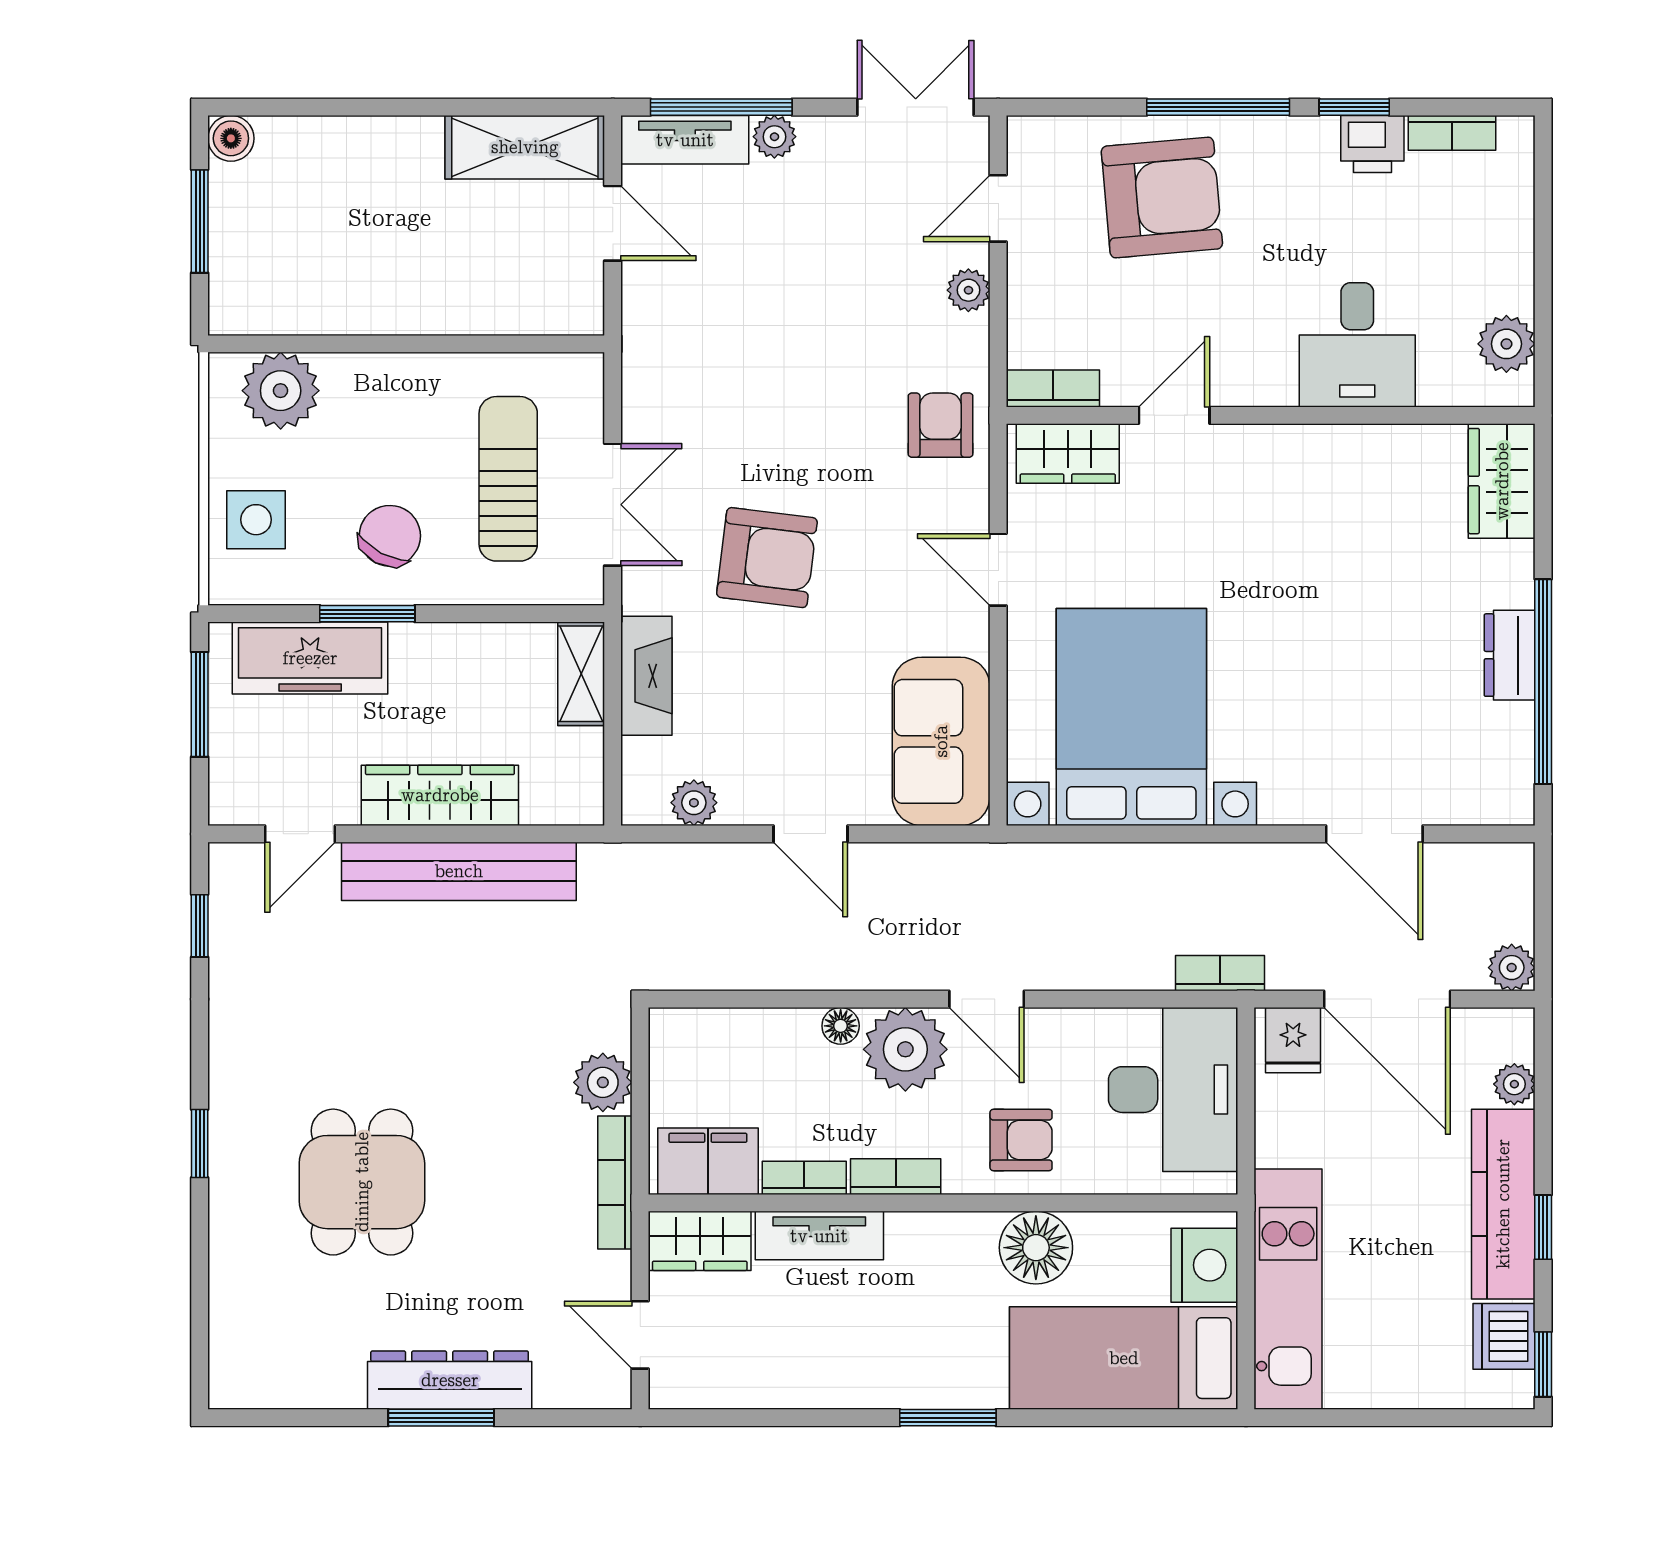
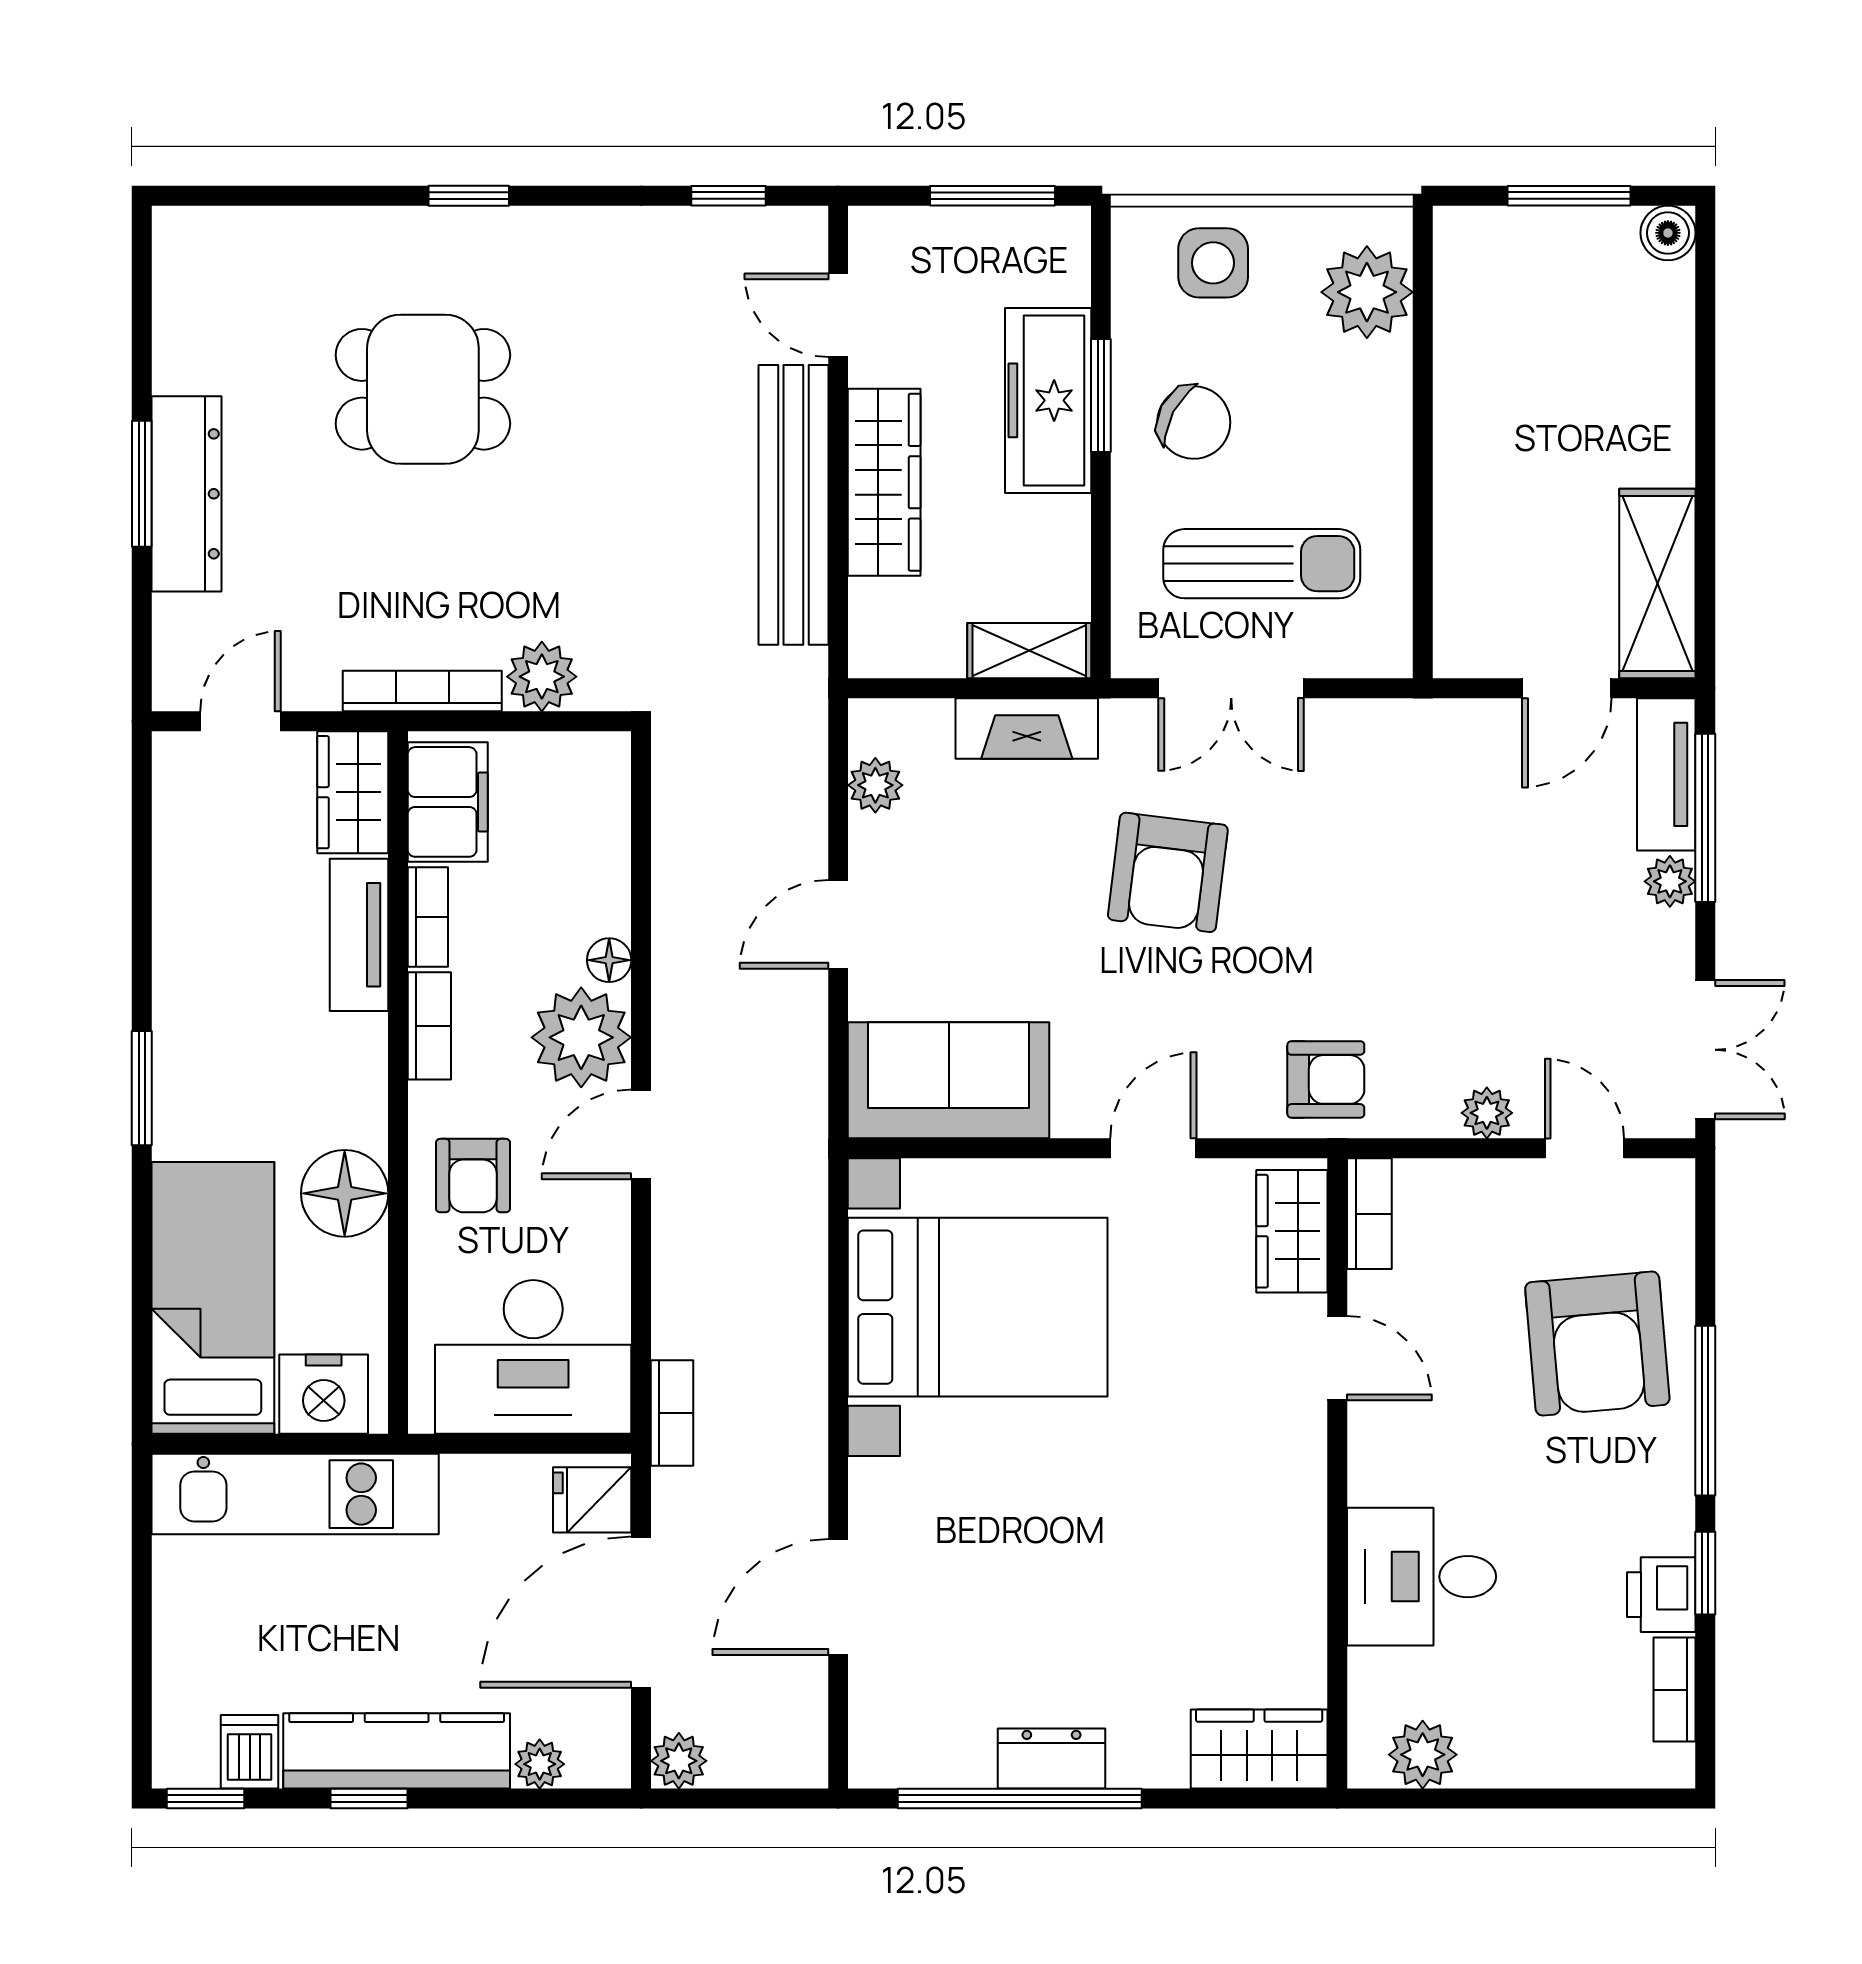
freezer: (310, 658) -> (1048, 400), moved
dishwasher: (1504, 1336) -> (250, 1752), width x0.73

